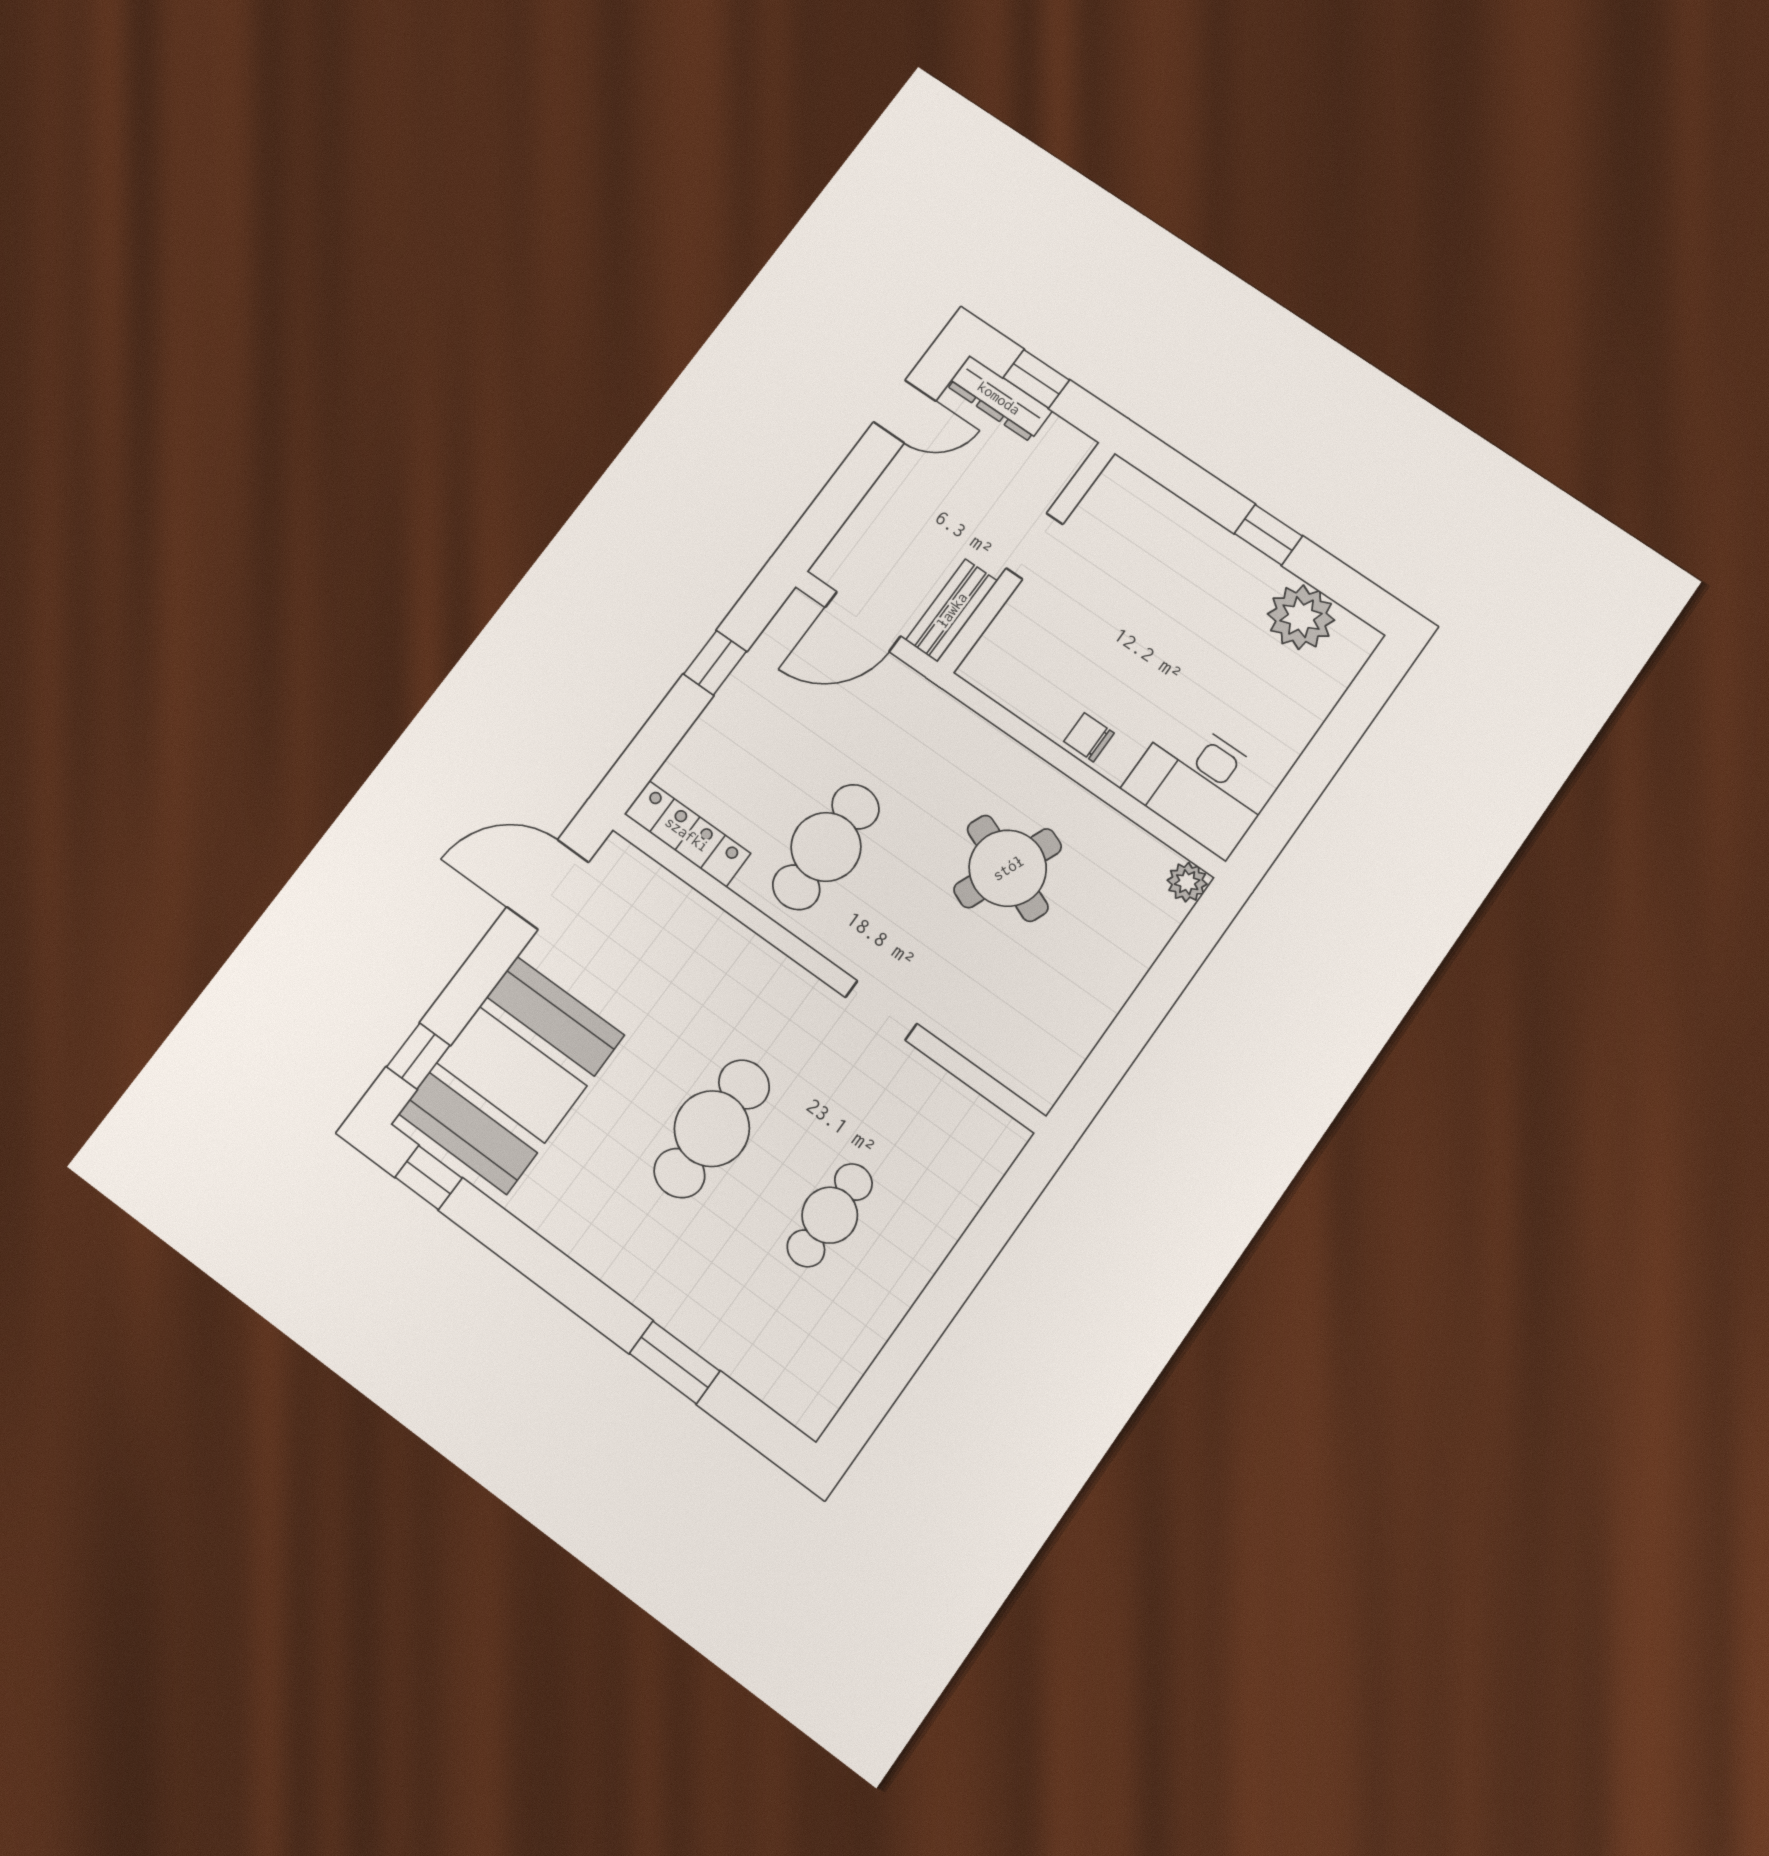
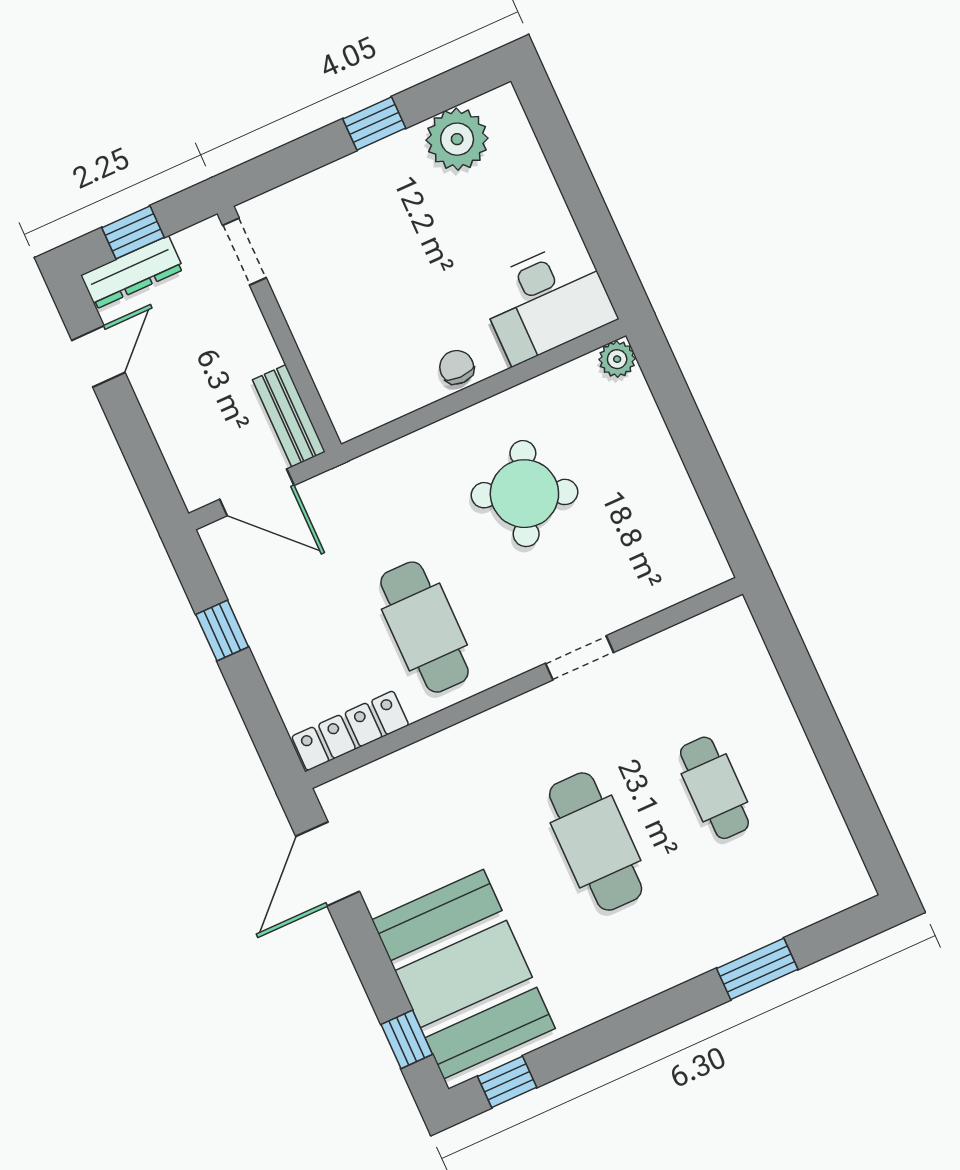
doorway: (1035, 546) -> (244, 252), moved
door: (863, 622) -> (257, 492), hinge flipped
chair: (1089, 737) -> (457, 367), turned 90

